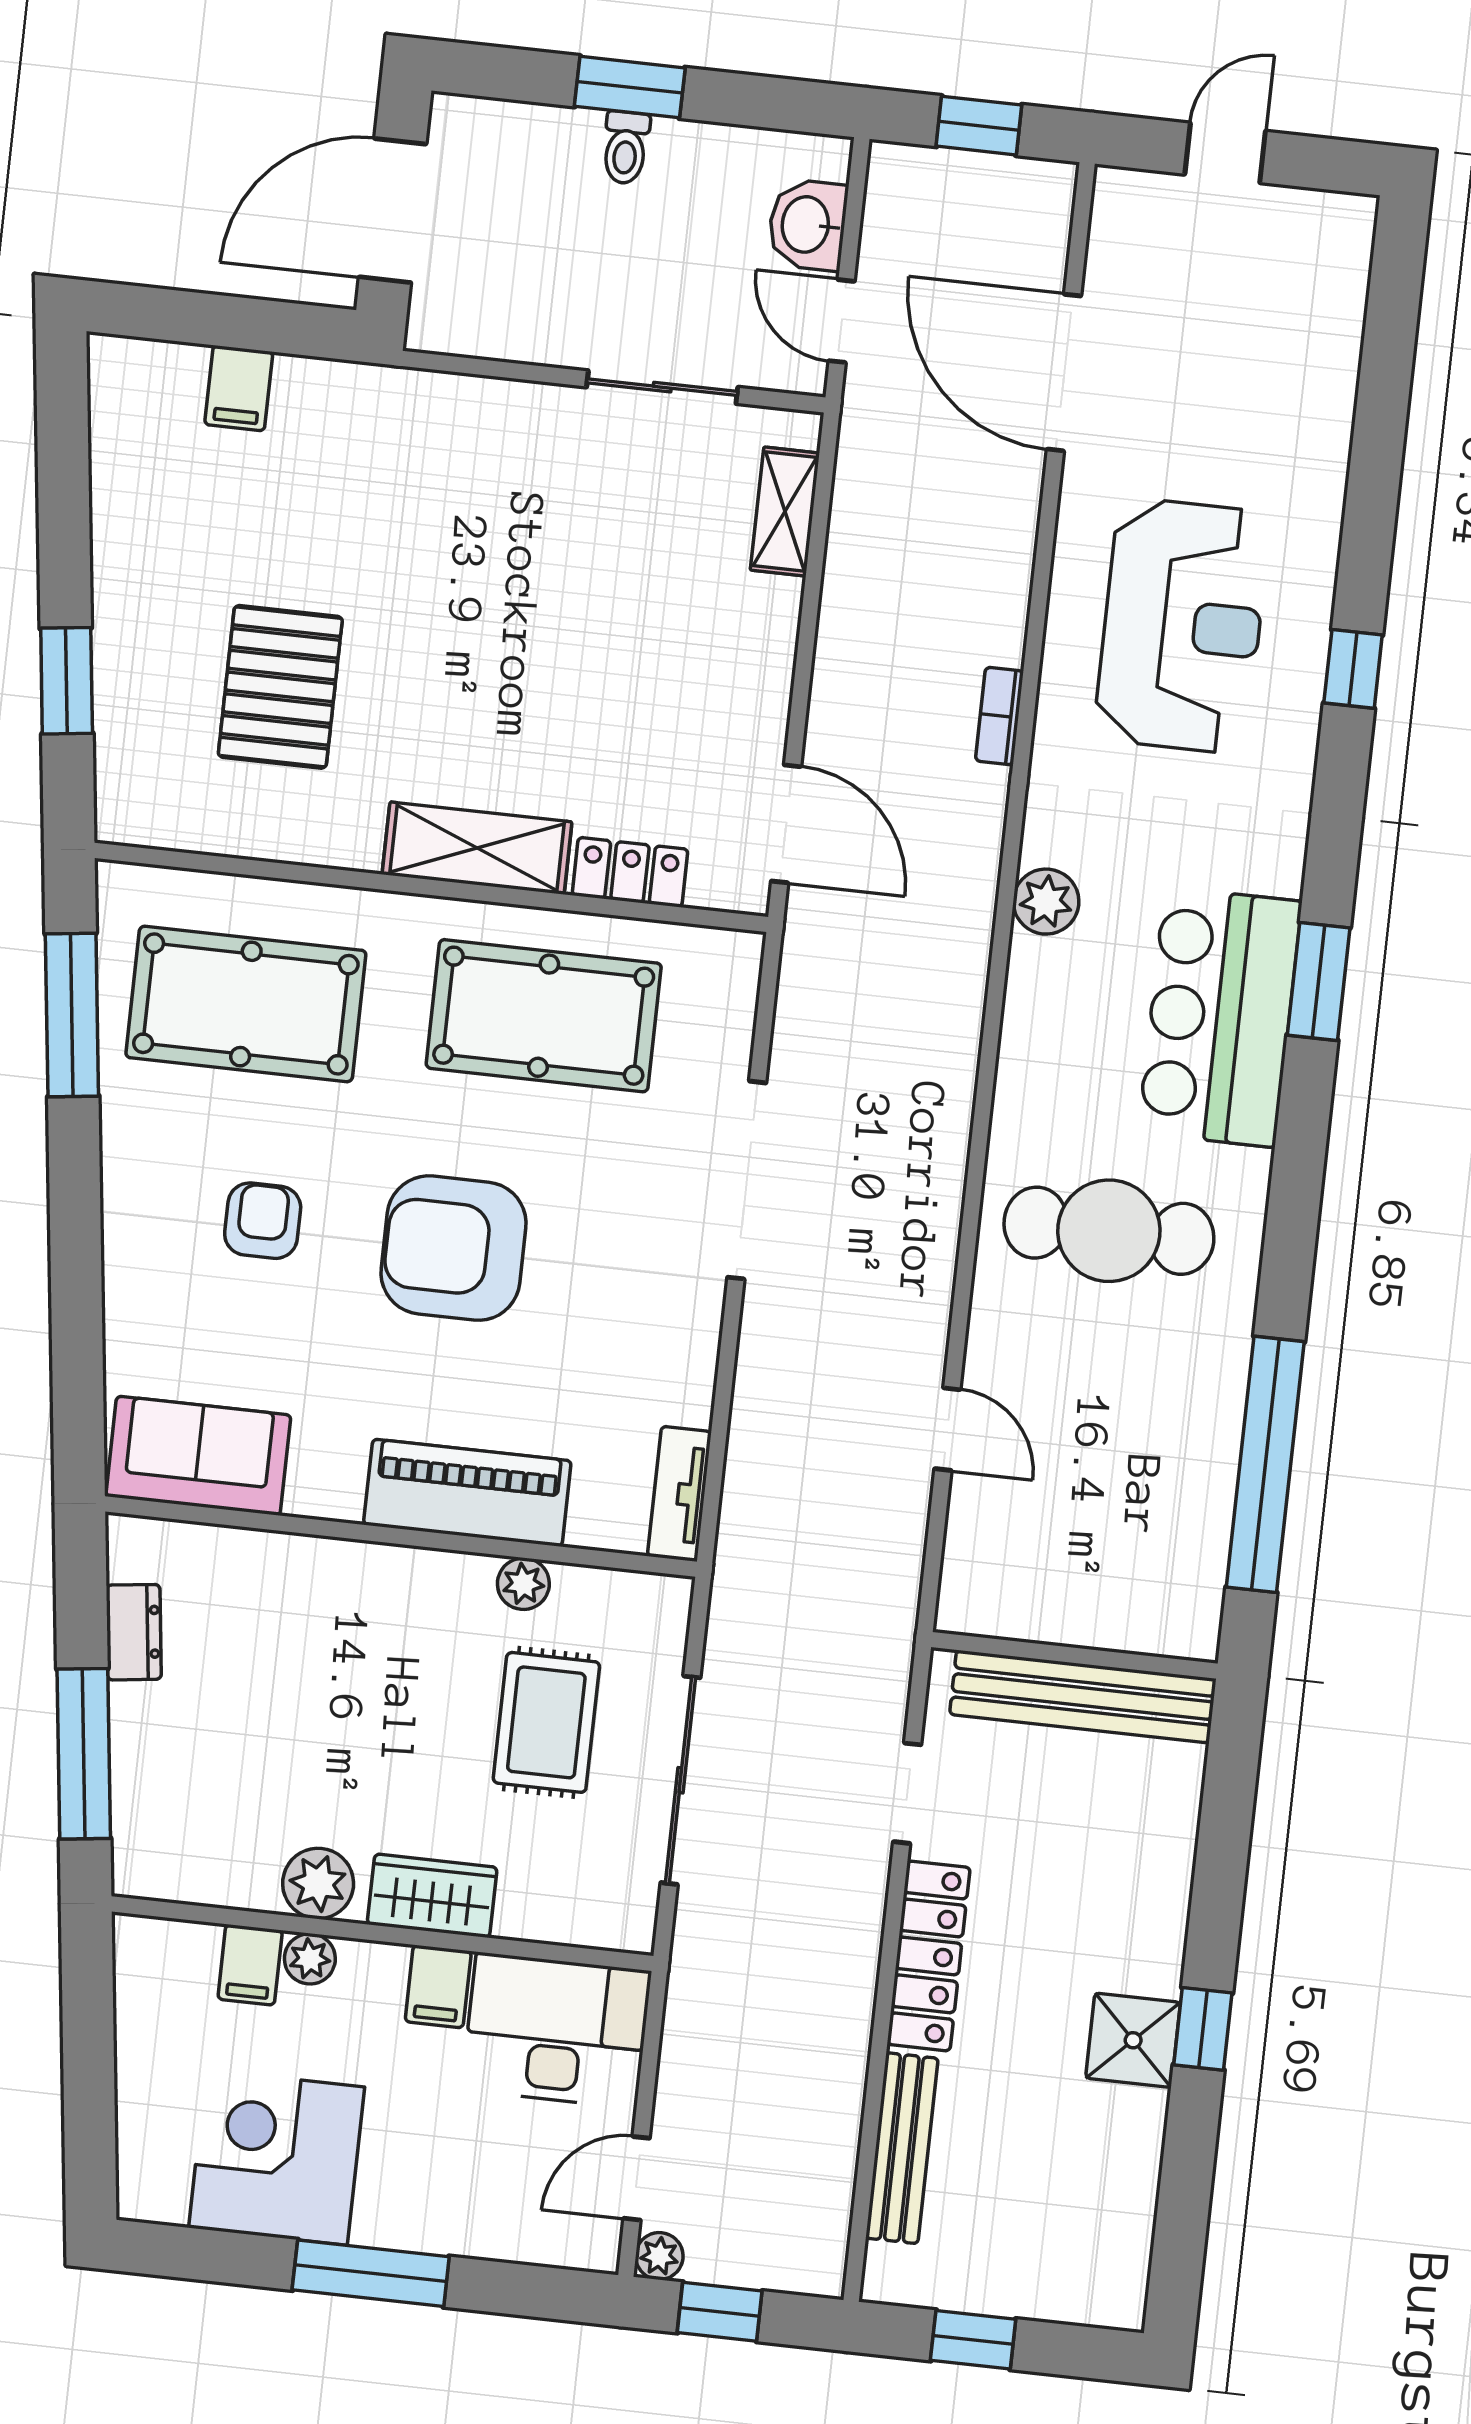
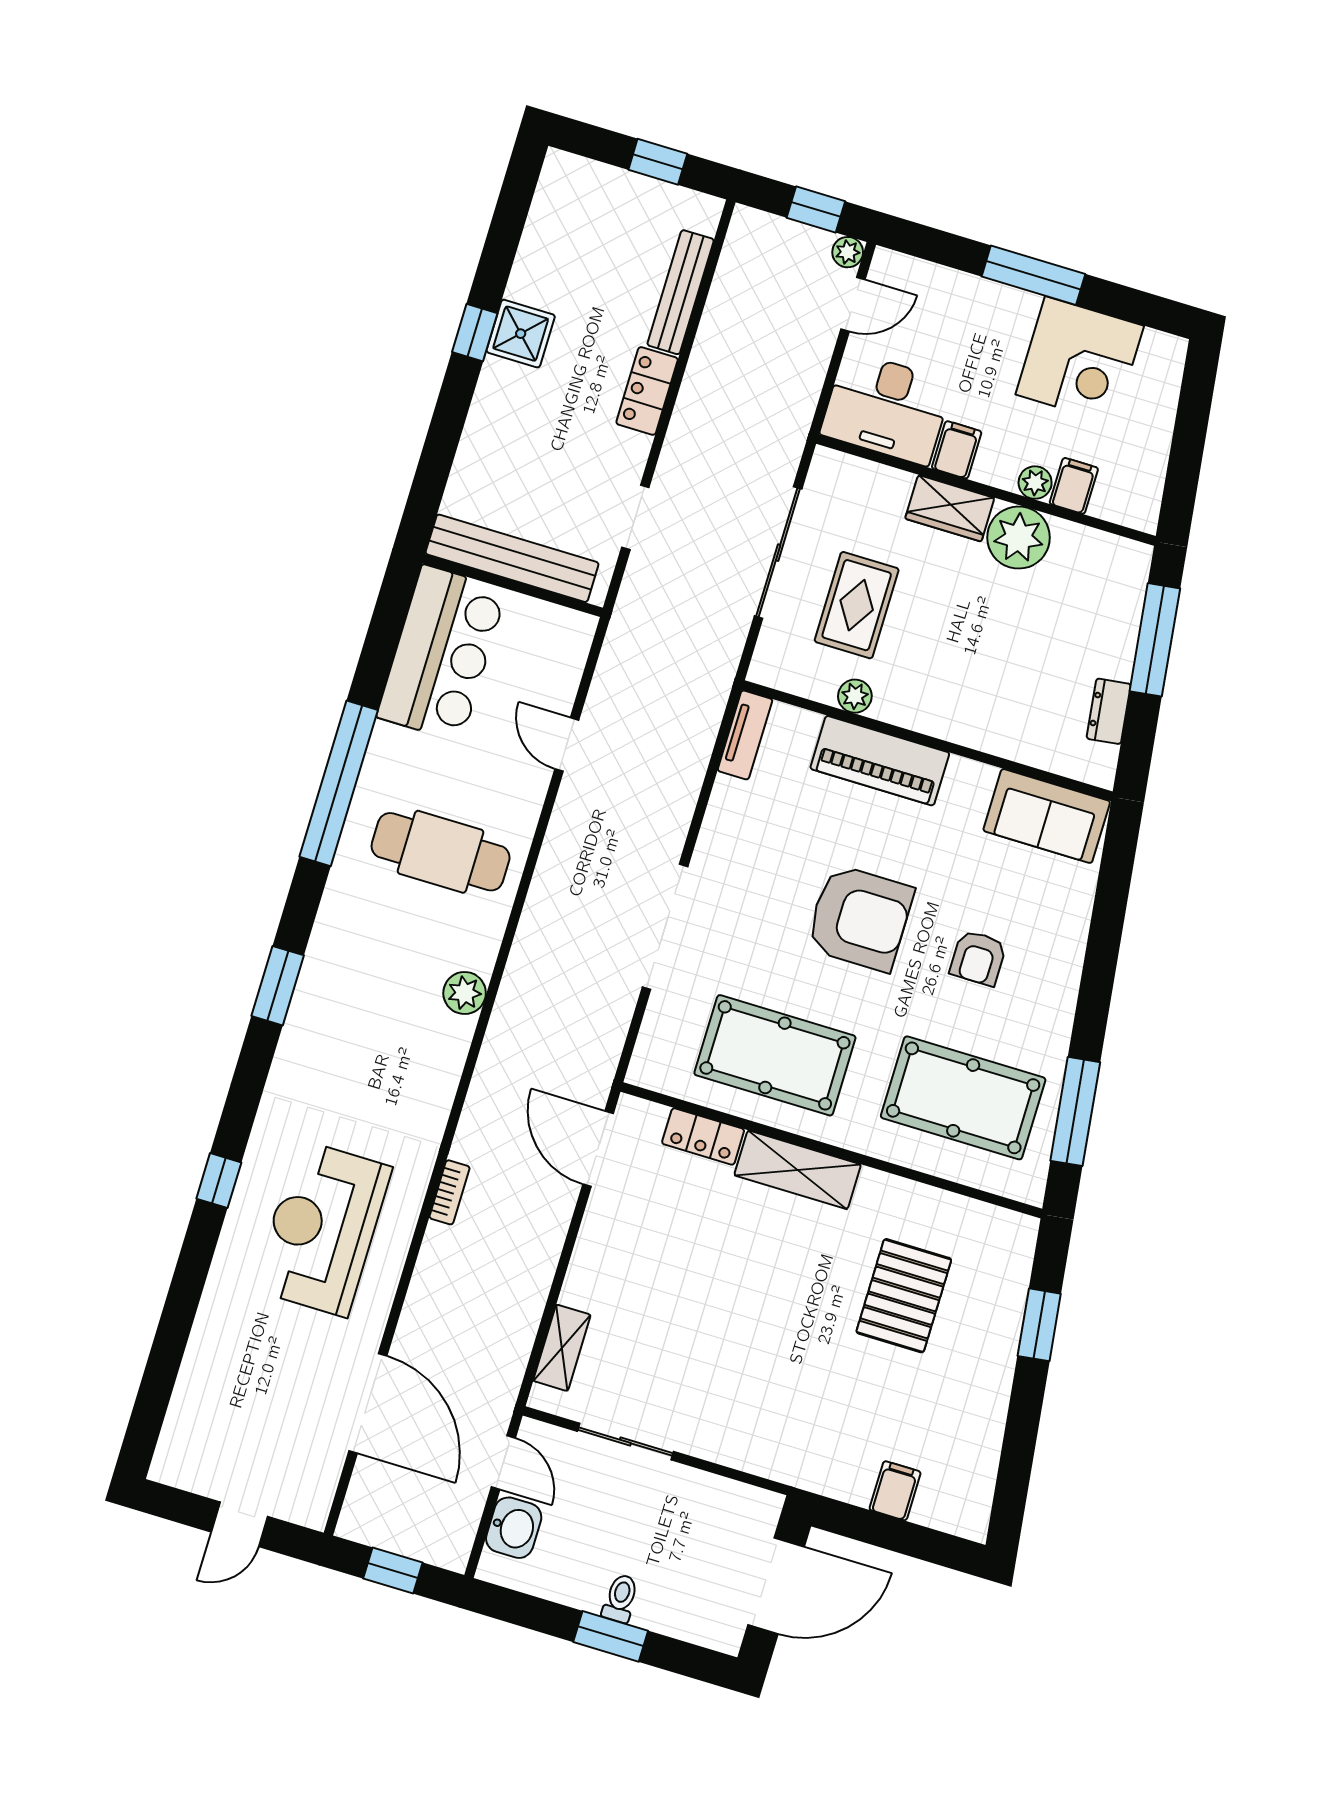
plant: (1046, 902) -> (465, 993), moved
bar counter: (1220, 1017) -> (442, 653), moved
window: (1265, 1464) -> (339, 783), moved
plant: (318, 1883) -> (1019, 538), width x1.36, depth x1.36
locker: (929, 1956) -> (647, 391), width x0.66

